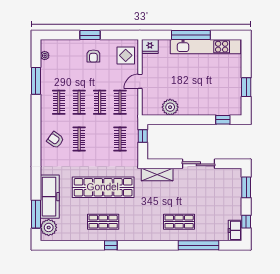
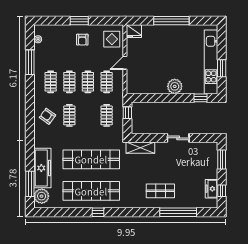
kitchen unit: (205, 47) -> (211, 62), moved, turned 90
plant: (170, 107) -> (175, 86), moved
sliding door: (198, 164) -> (178, 138), width x0.73
shop shelf: (103, 222) -> (91, 191), width x2.00, depth x1.36
freezer: (235, 230) -> (211, 189), moved

